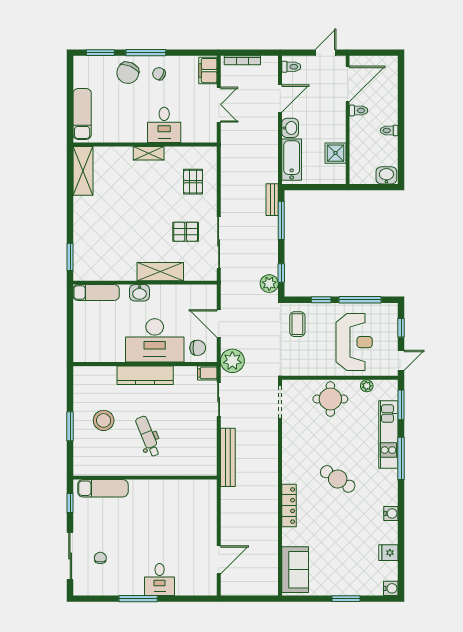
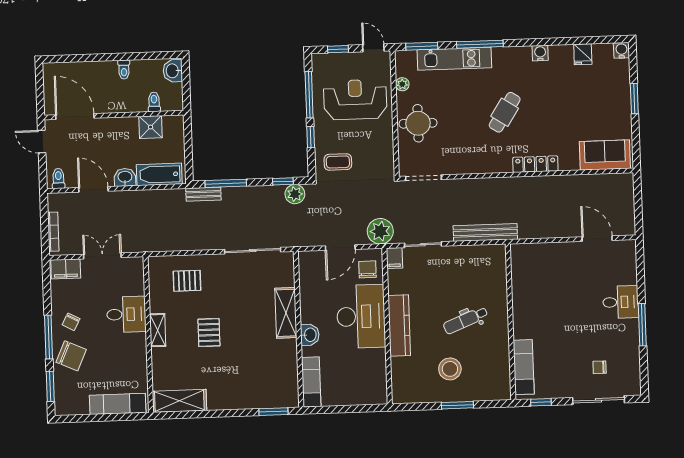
toilet: (358, 110) -> (154, 102), moved
pallet: (186, 232) -> (209, 332), moved

